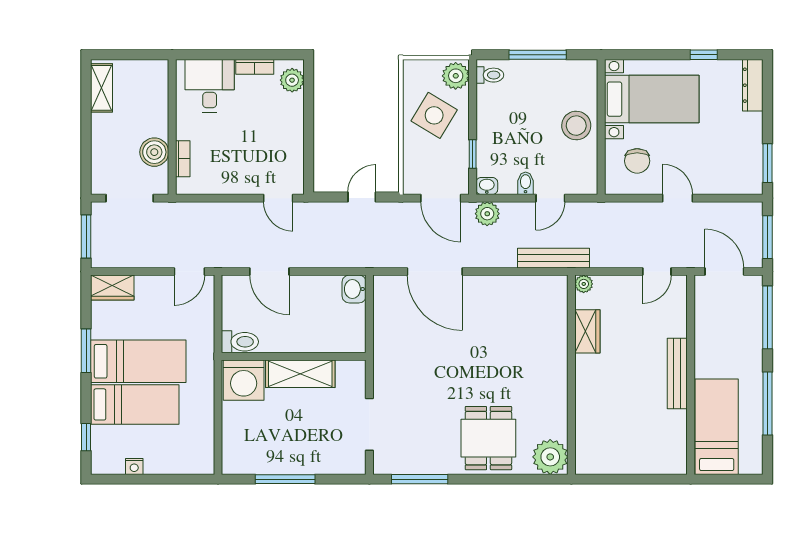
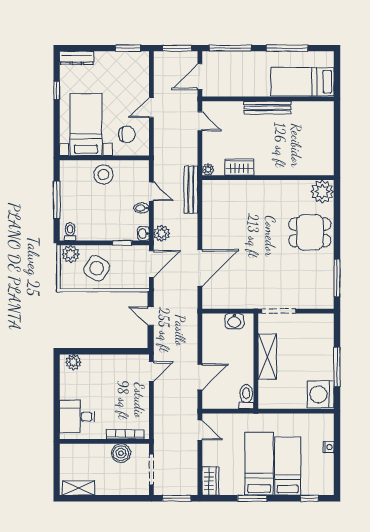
bookcase: (255, 67) -> (65, 387), removed
bookcase: (183, 159) -> (125, 434), width x1.56
washbasin: (354, 289) -> (234, 321), moved
washing machine: (244, 380) -> (321, 394), moved, turned 180
doorway: (369, 424) -> (279, 311), moved
nightstand: (134, 466) -> (329, 447), moved

